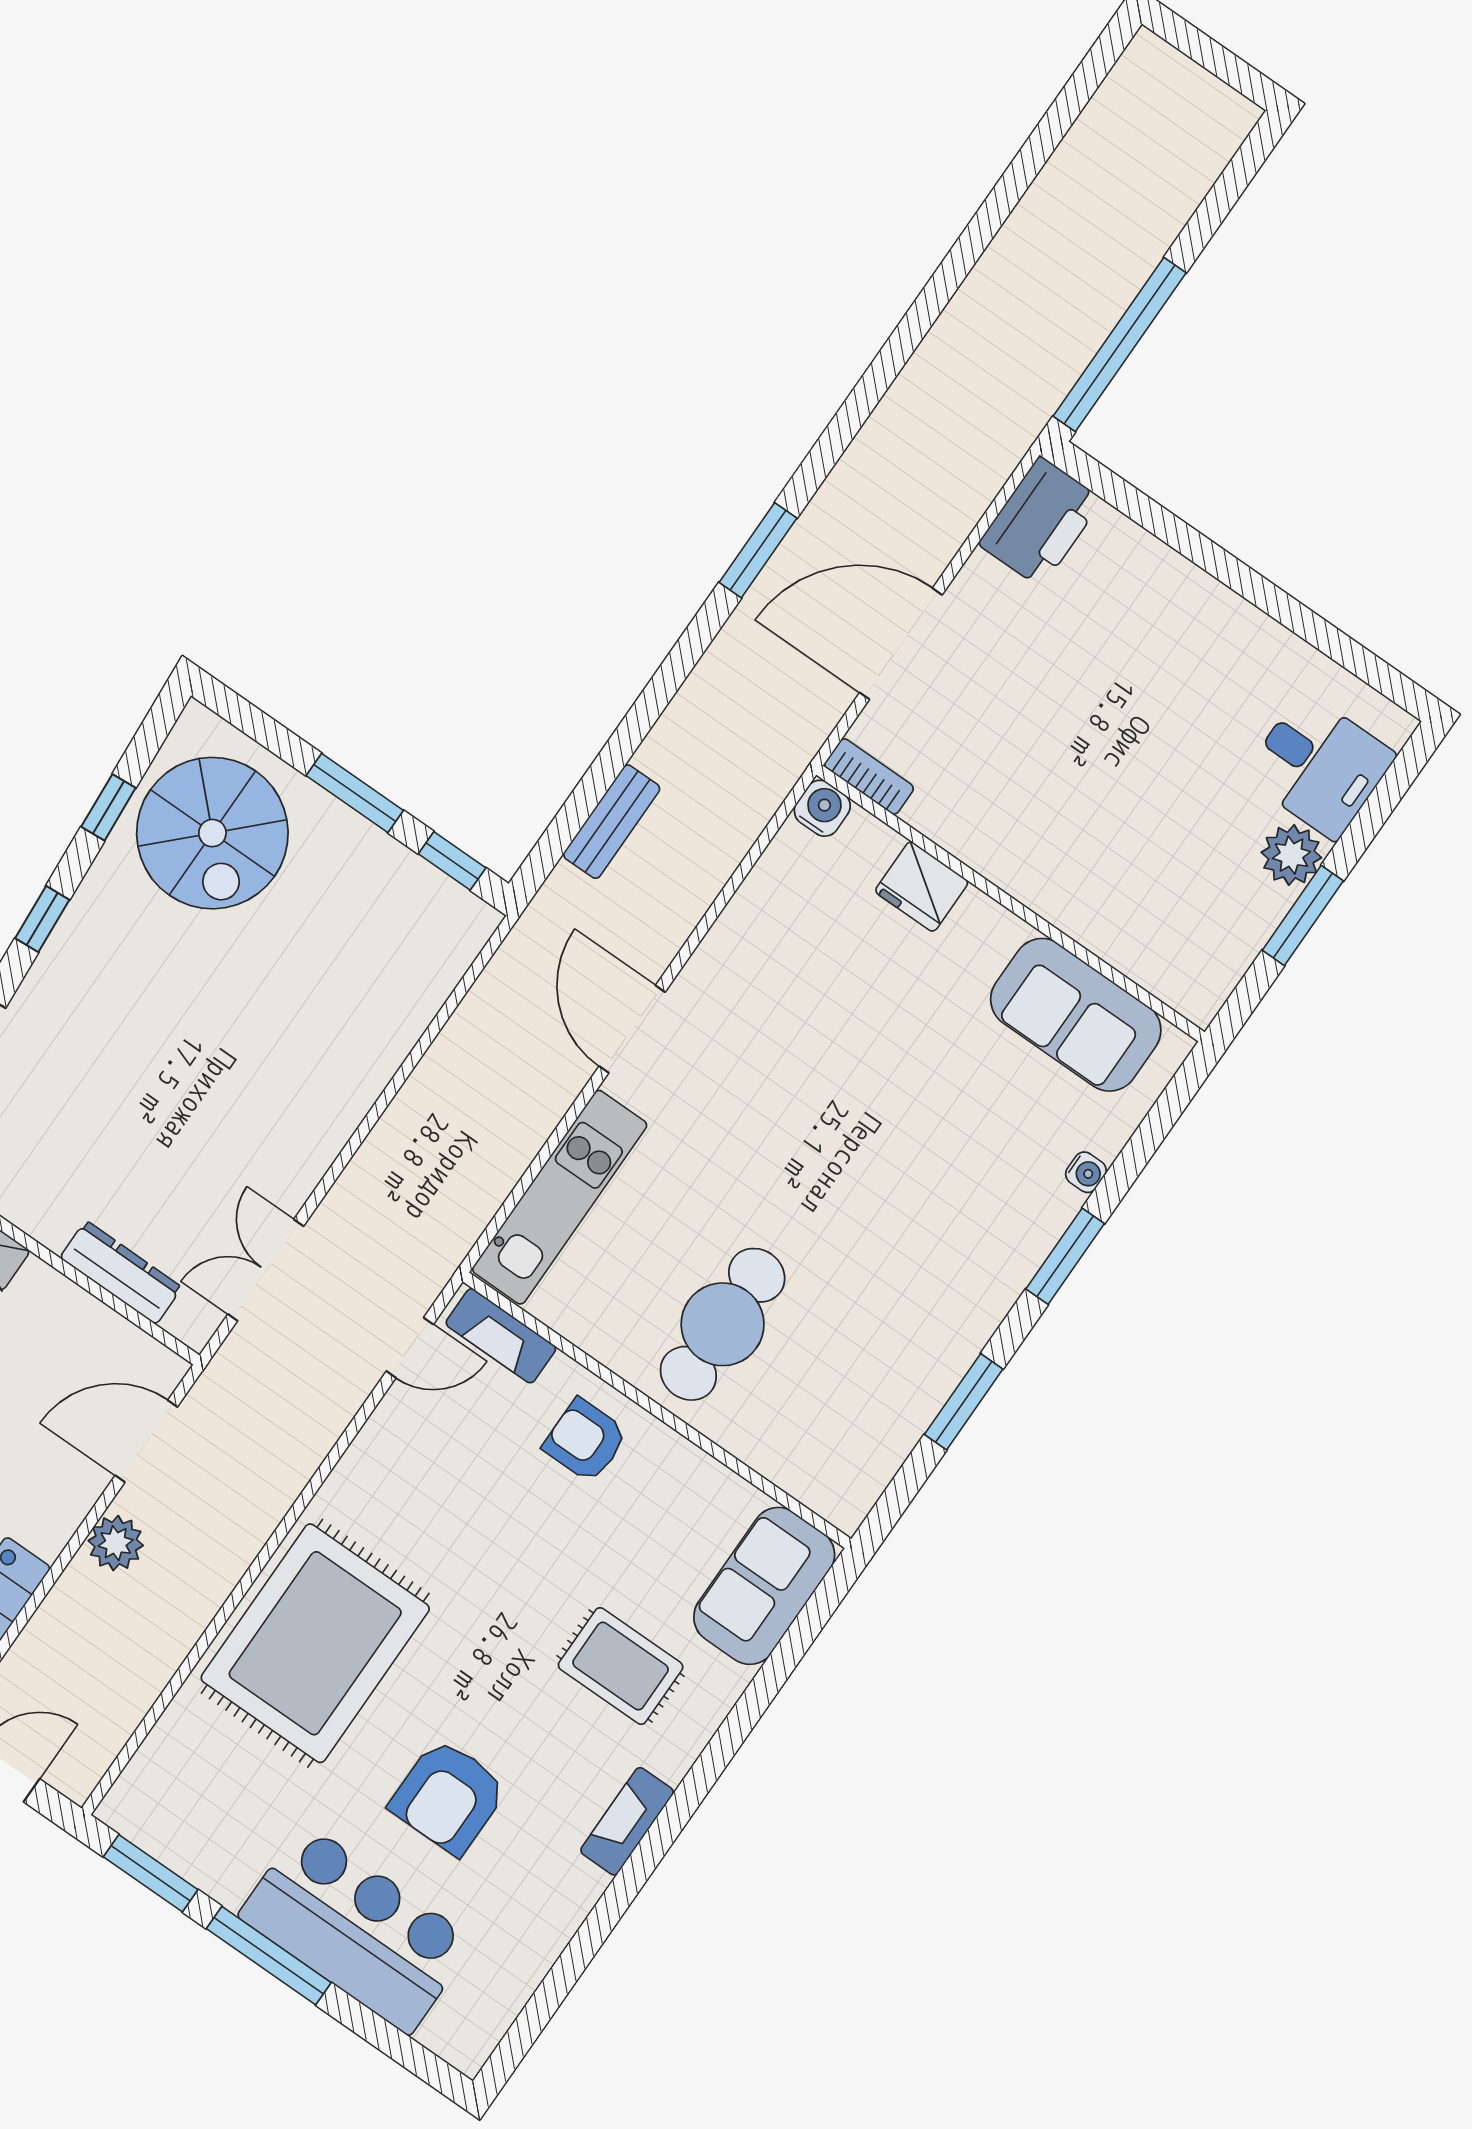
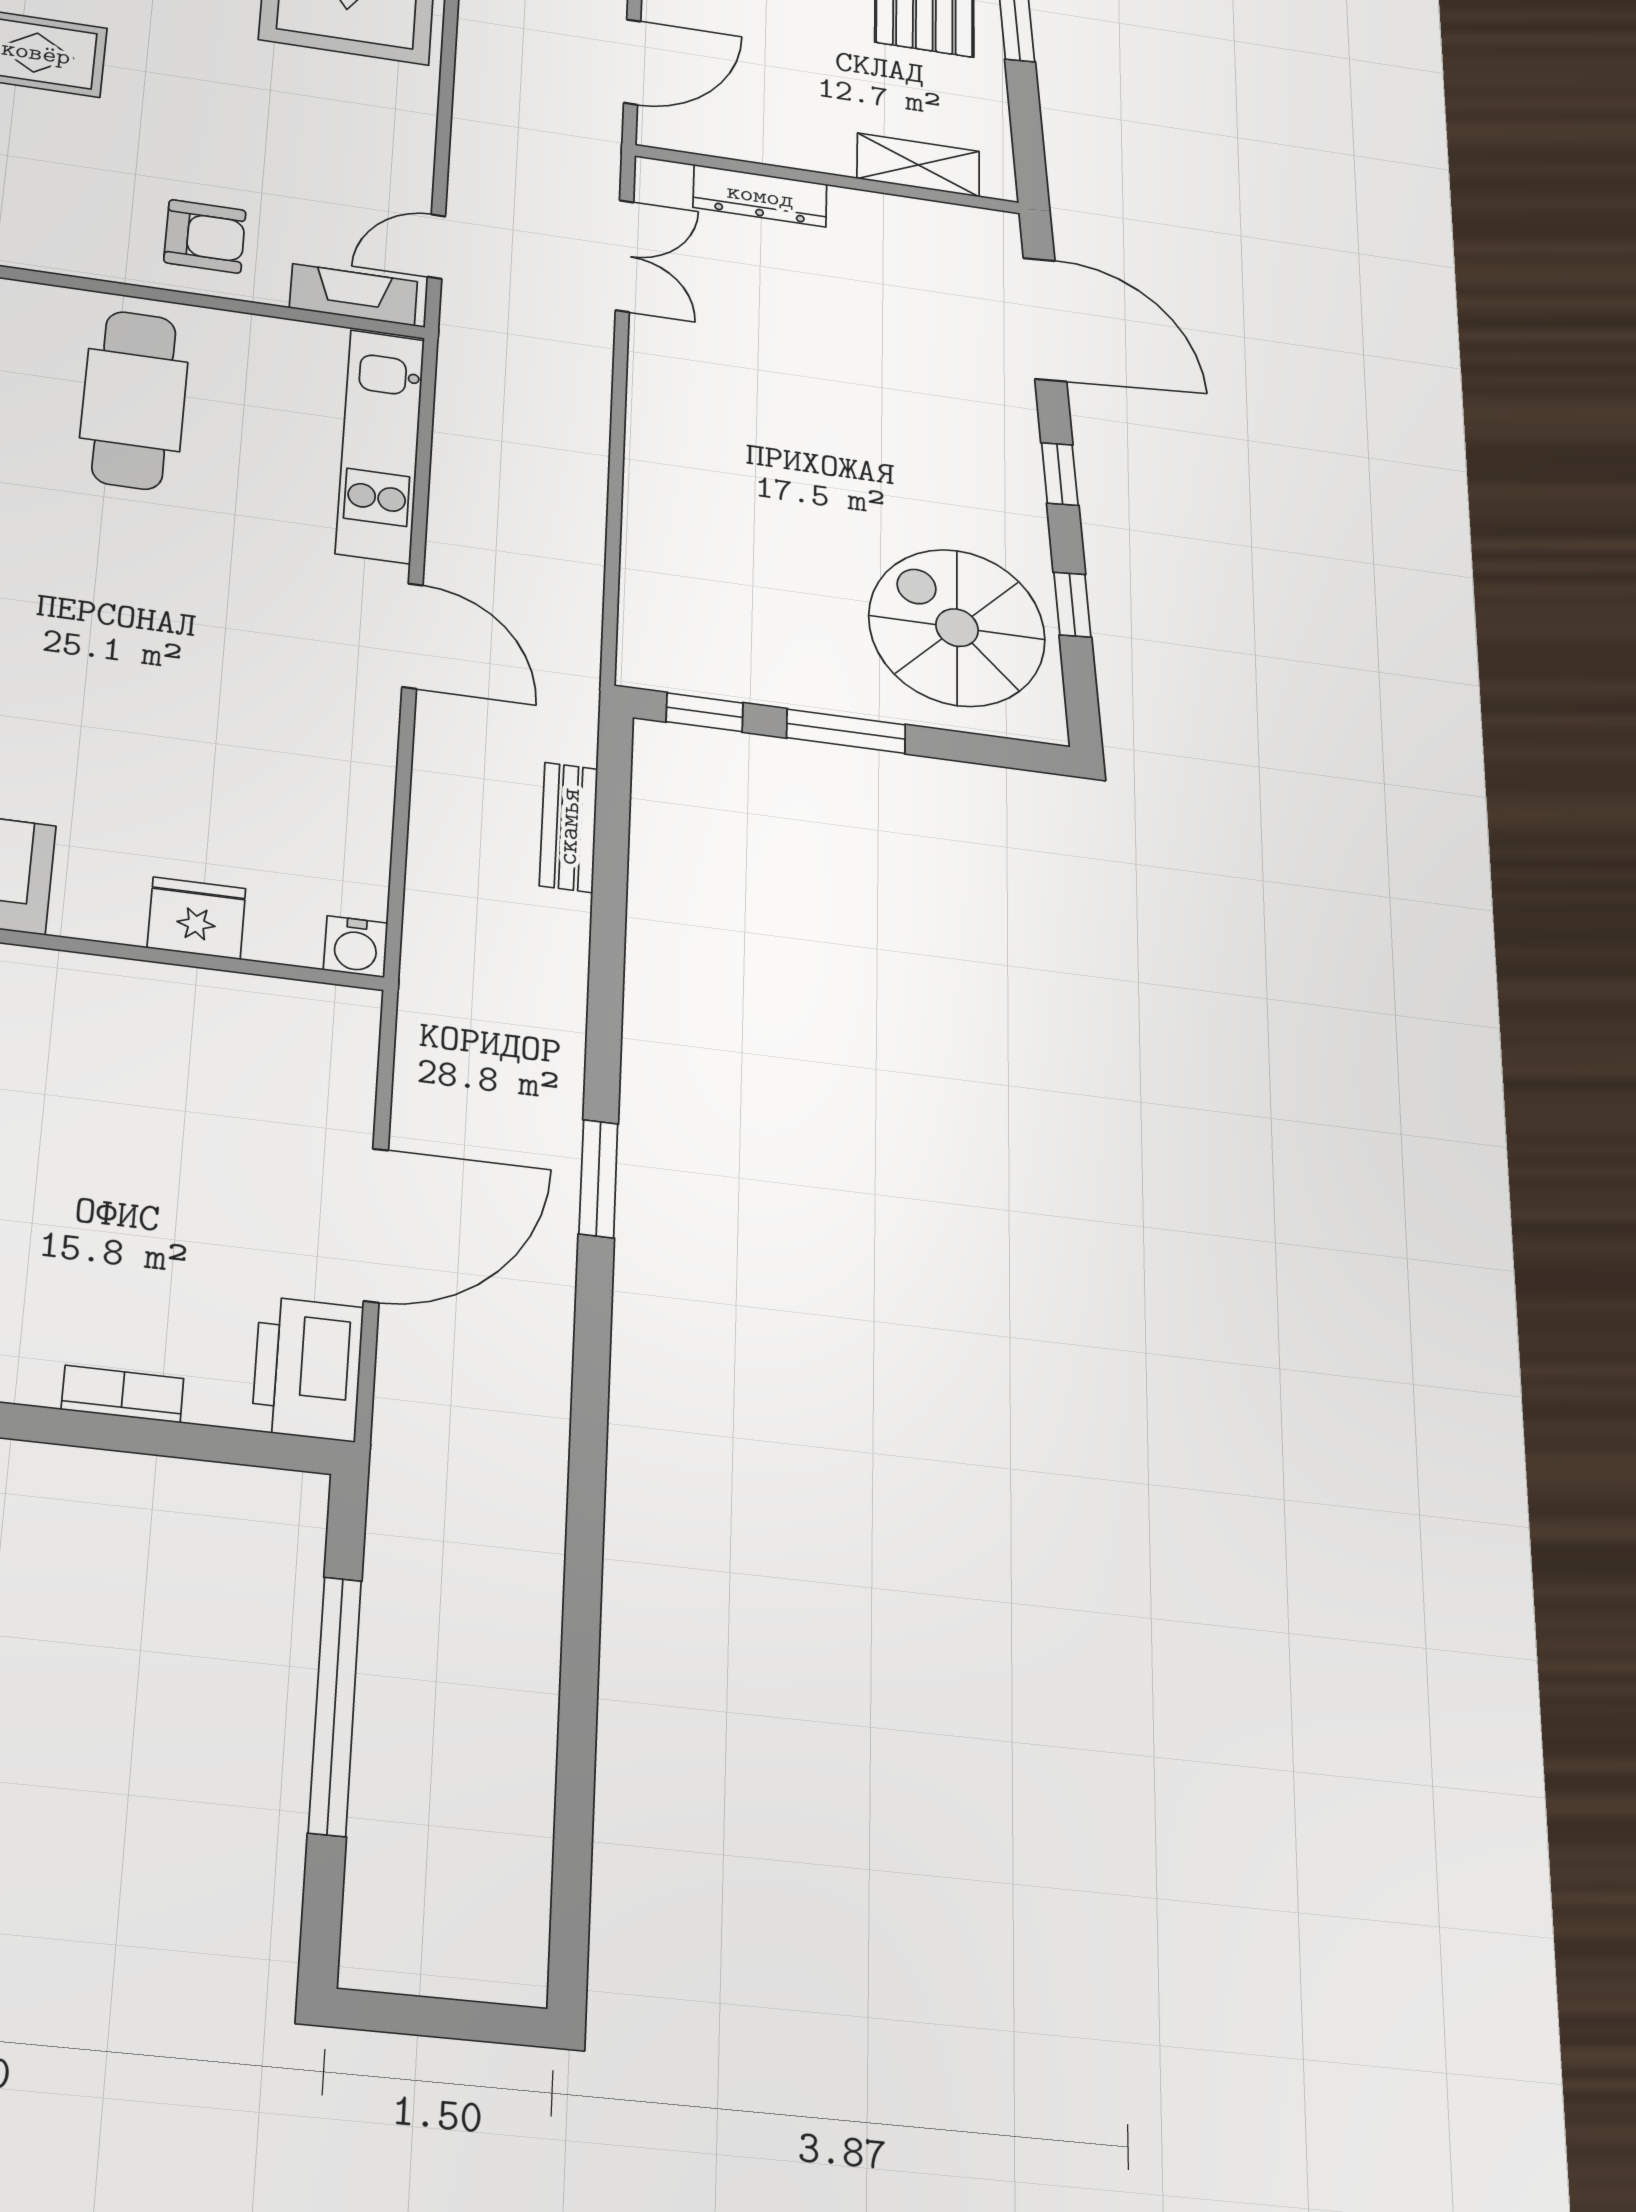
window: (1120, 345) -> (335, 1706), moved
door: (901, 644) -> (376, 1225), moved
bookcase: (869, 776) -> (123, 1394), moved, turned 180

